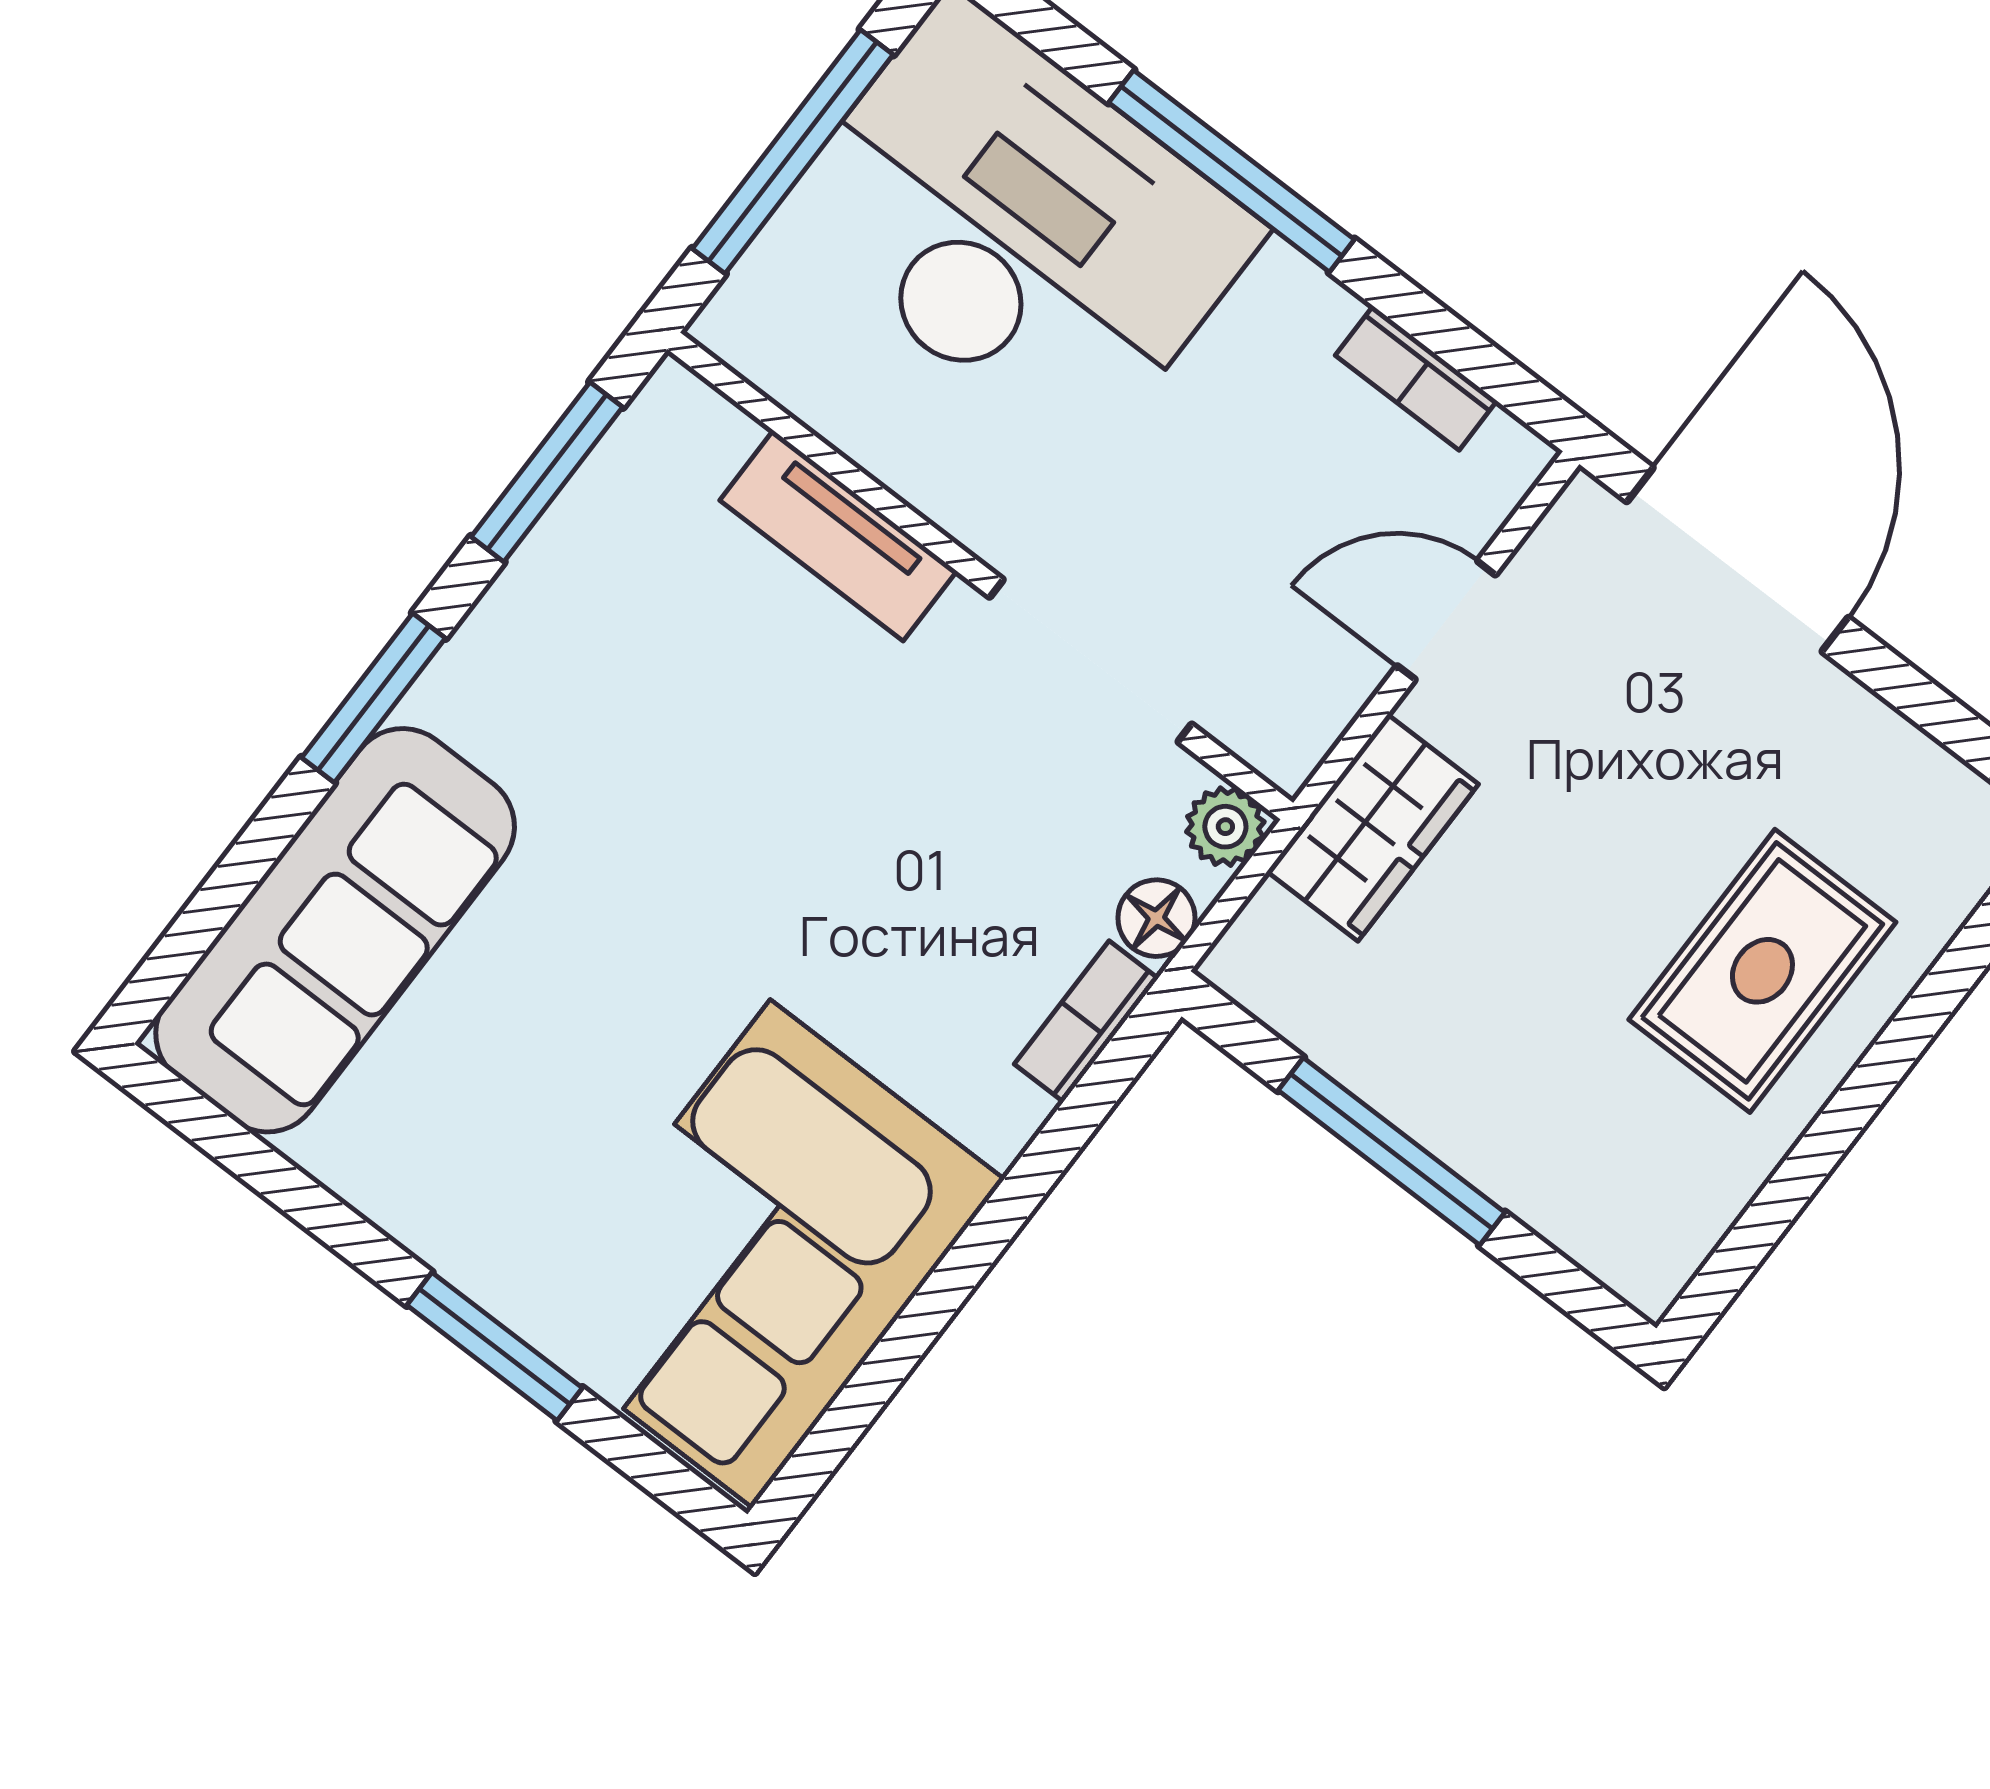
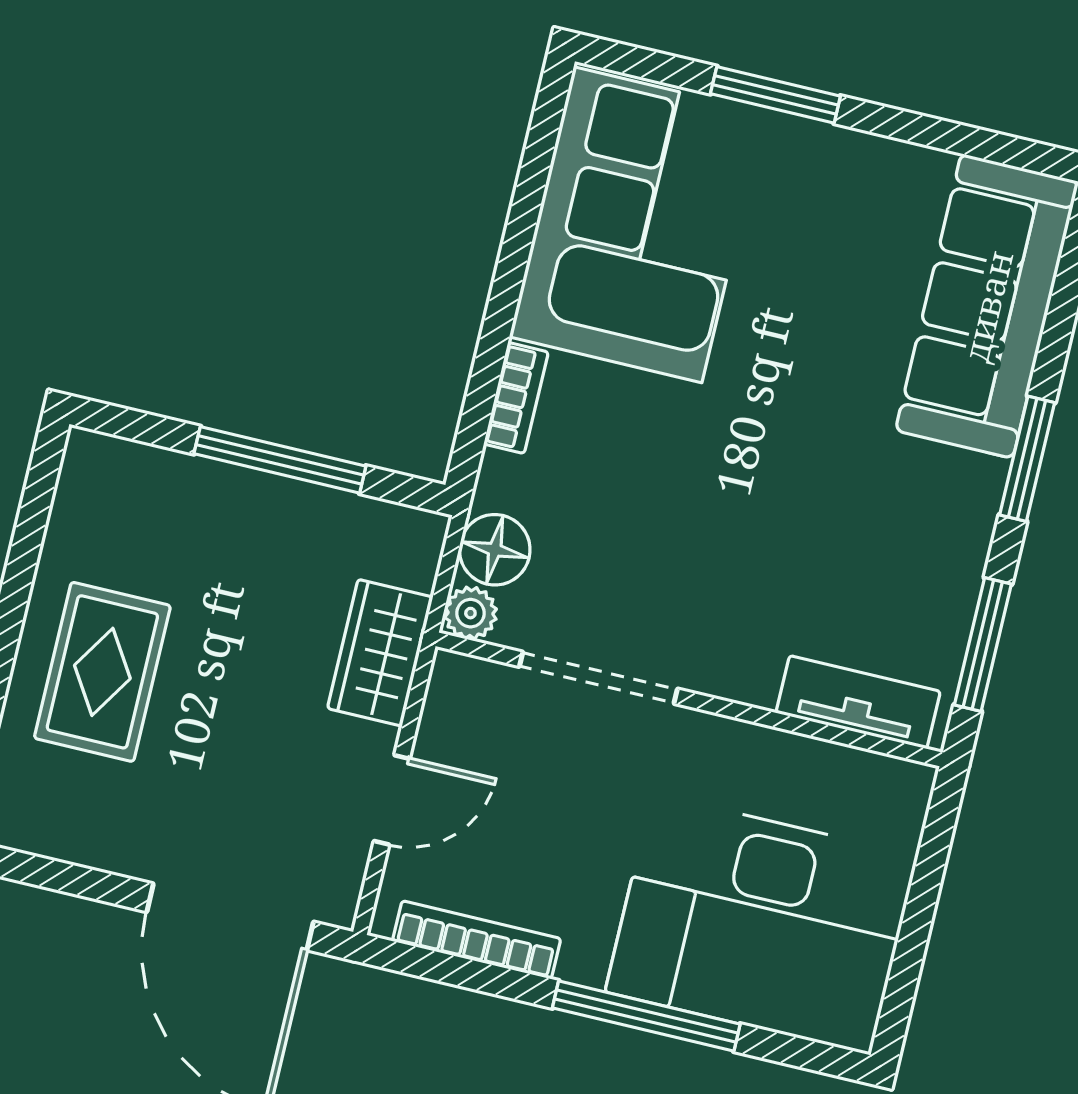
window: (793, 152) -> (920, 908), removed
bookcase: (1416, 378) -> (477, 940), width x1.56
tv unit: (838, 536) -> (858, 702), moved
floor lamp: (1156, 918) -> (495, 550), width x1.37, depth x1.37
bookcase: (1086, 1021) -> (516, 398), moved

